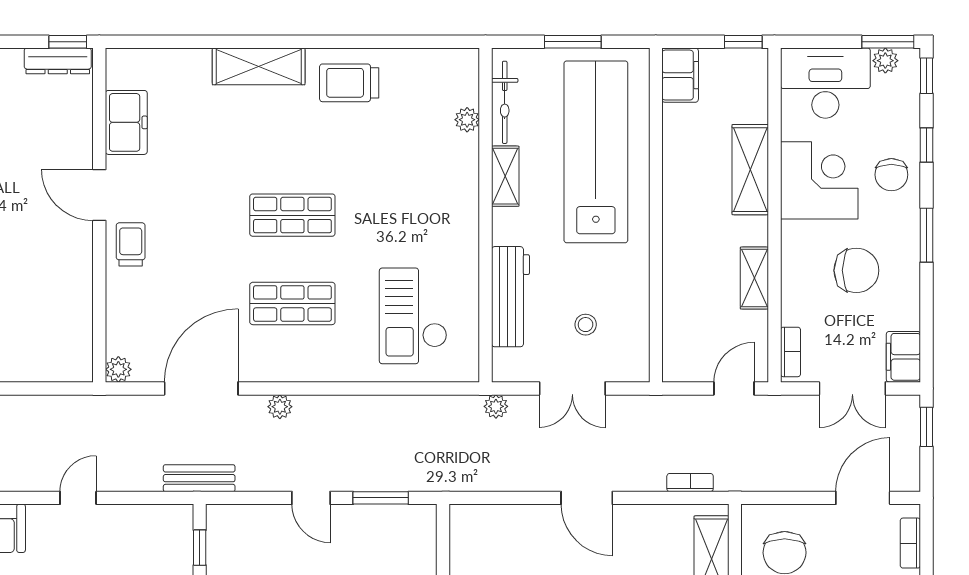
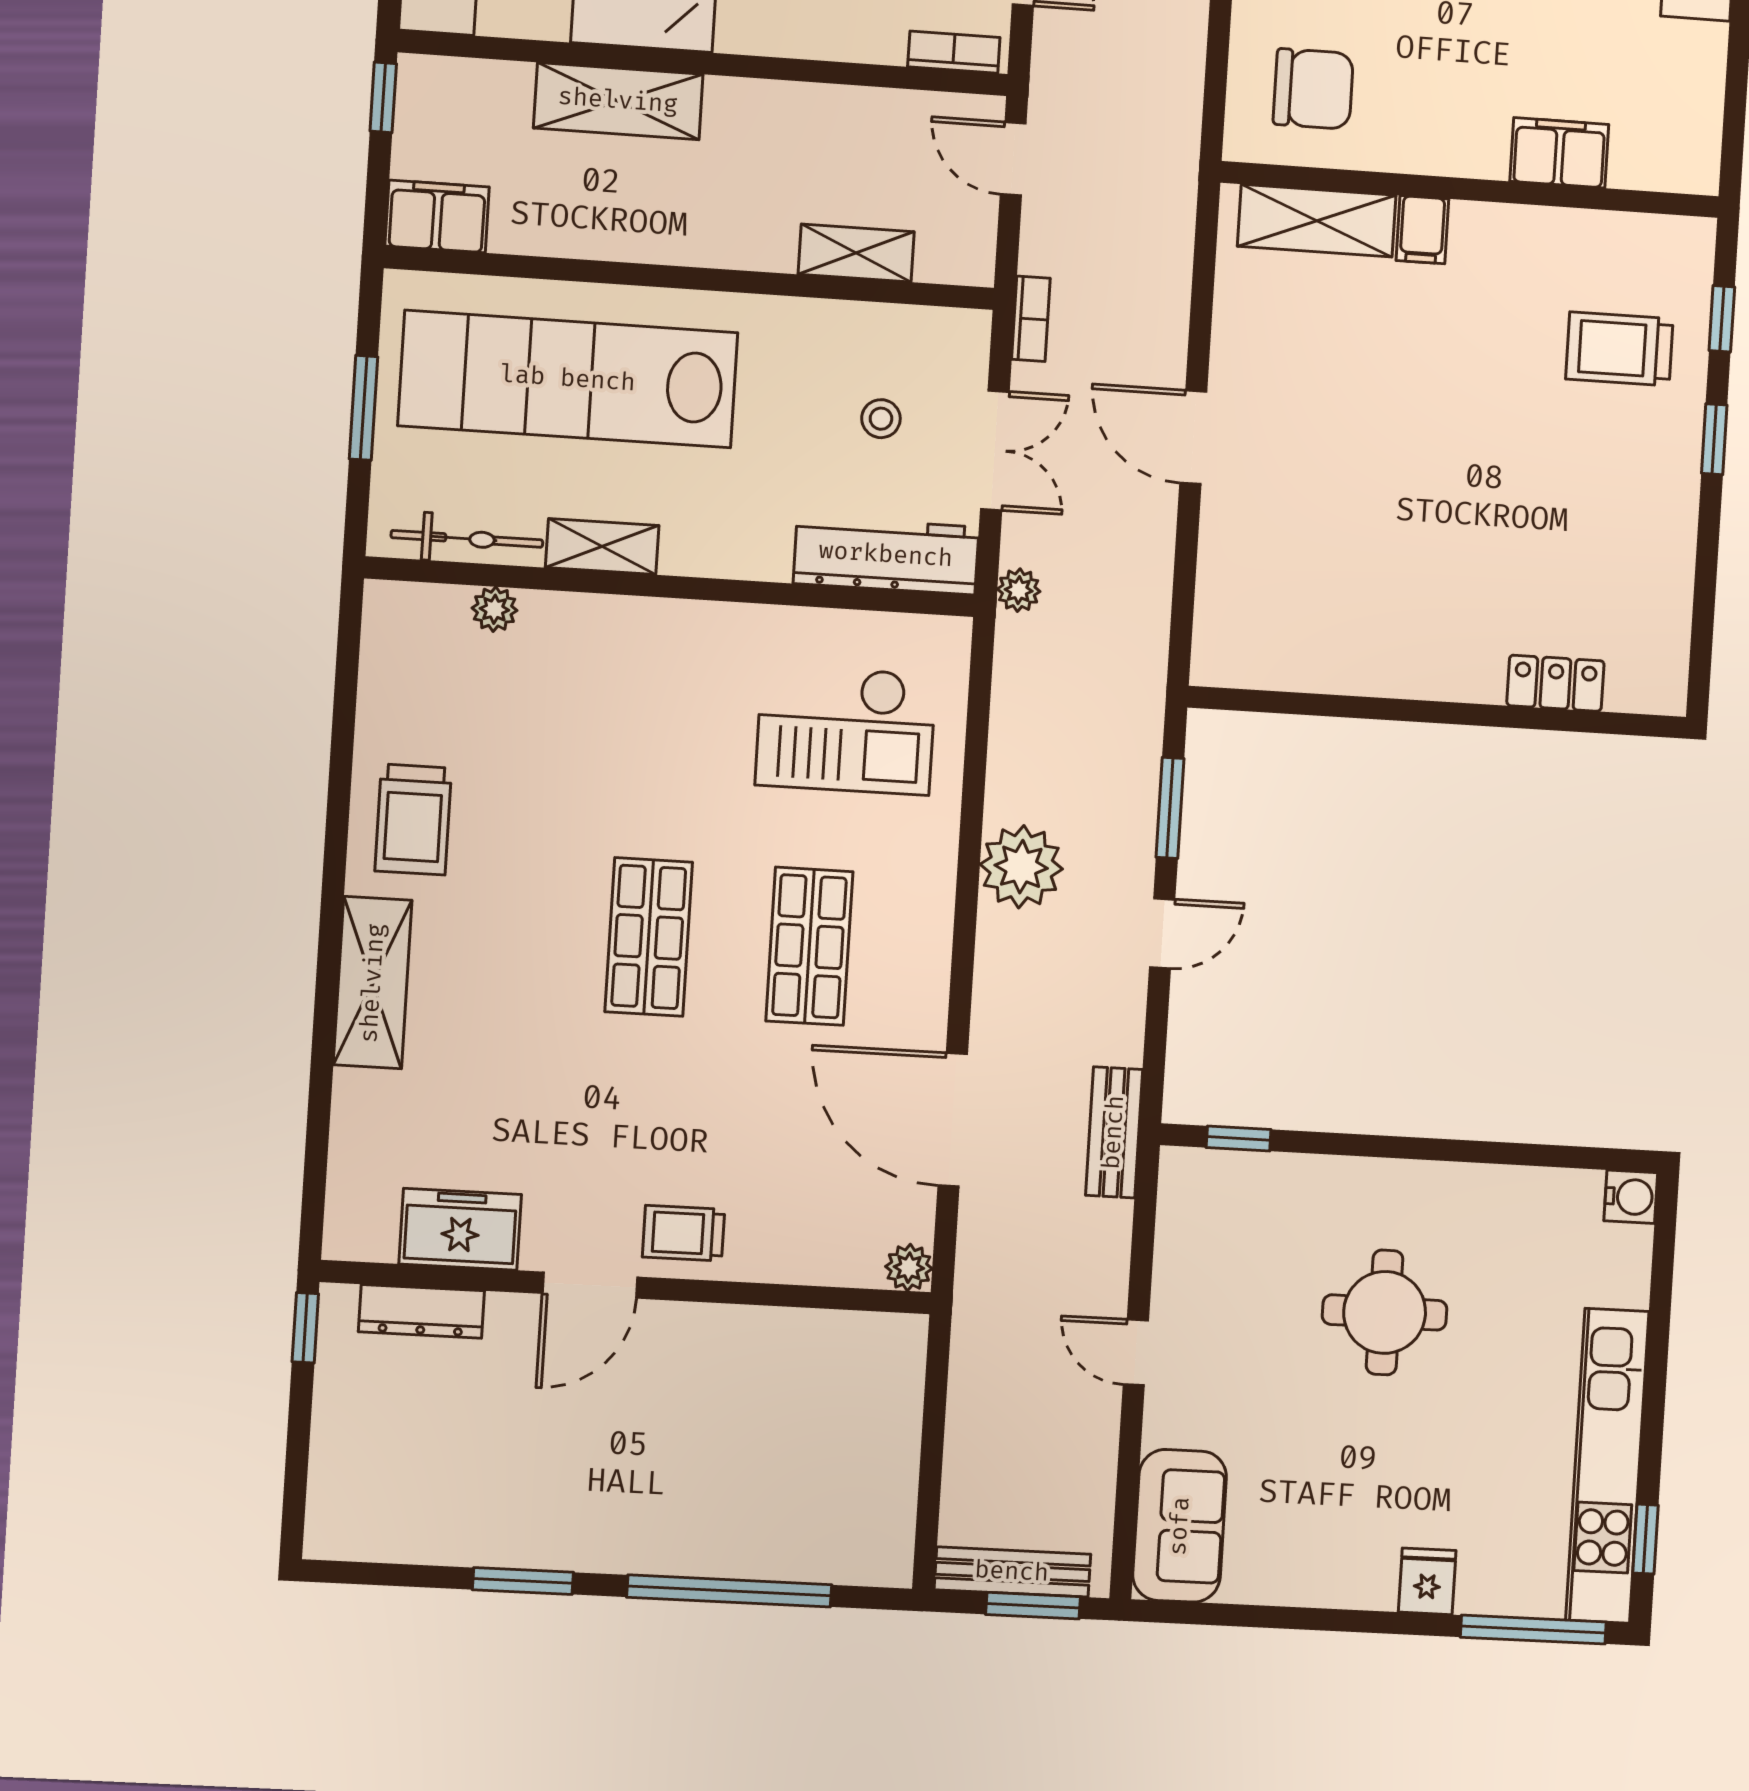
dresser: (58, 61) -> (421, 1311), moved, turned 90
shelving: (754, 278) -> (856, 253), moved
workbench: (510, 297) -> (886, 555), moved
plant: (280, 407) -> (1021, 867), moved, width x1.88, depth x1.88
bookcase: (690, 483) -> (1031, 319), moved, turned 180
door: (587, 498) -> (1193, 437), swing flipped

